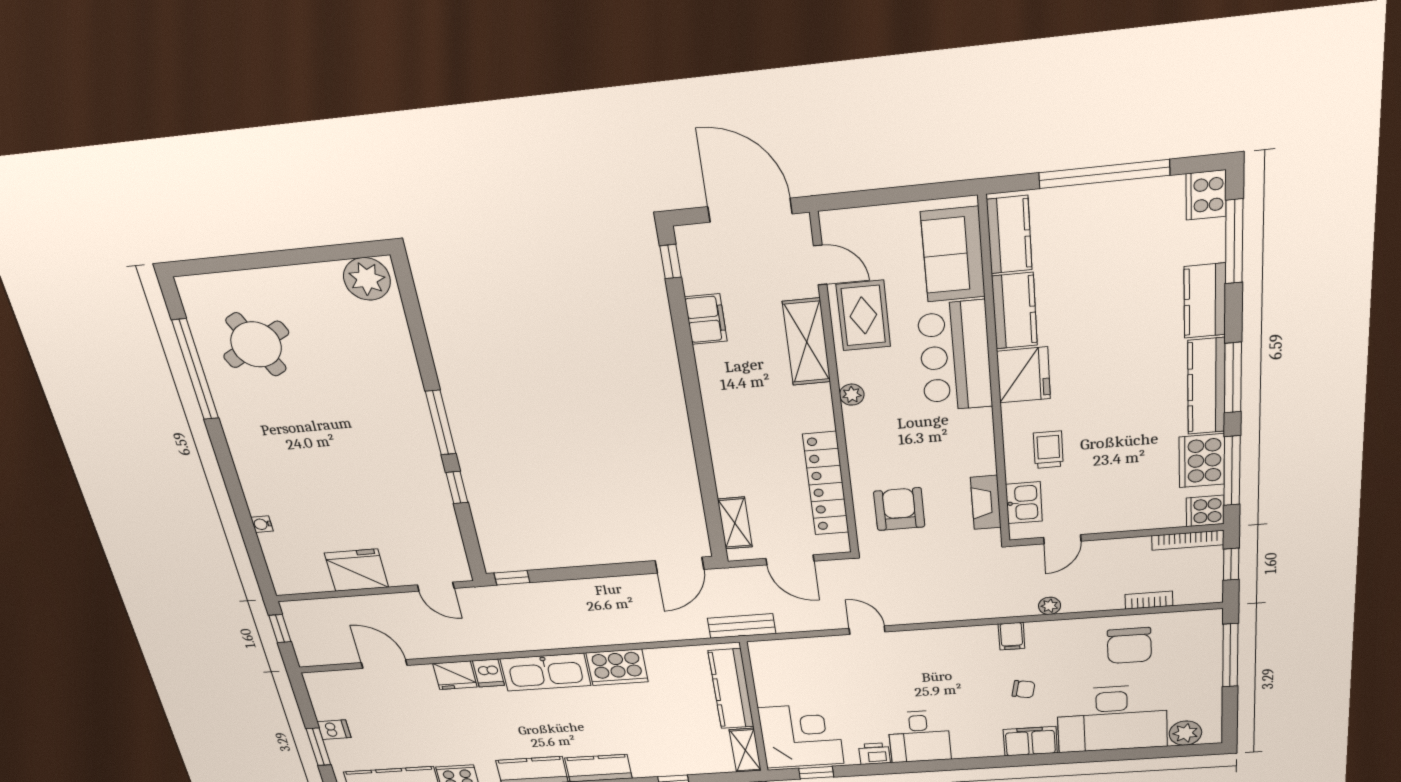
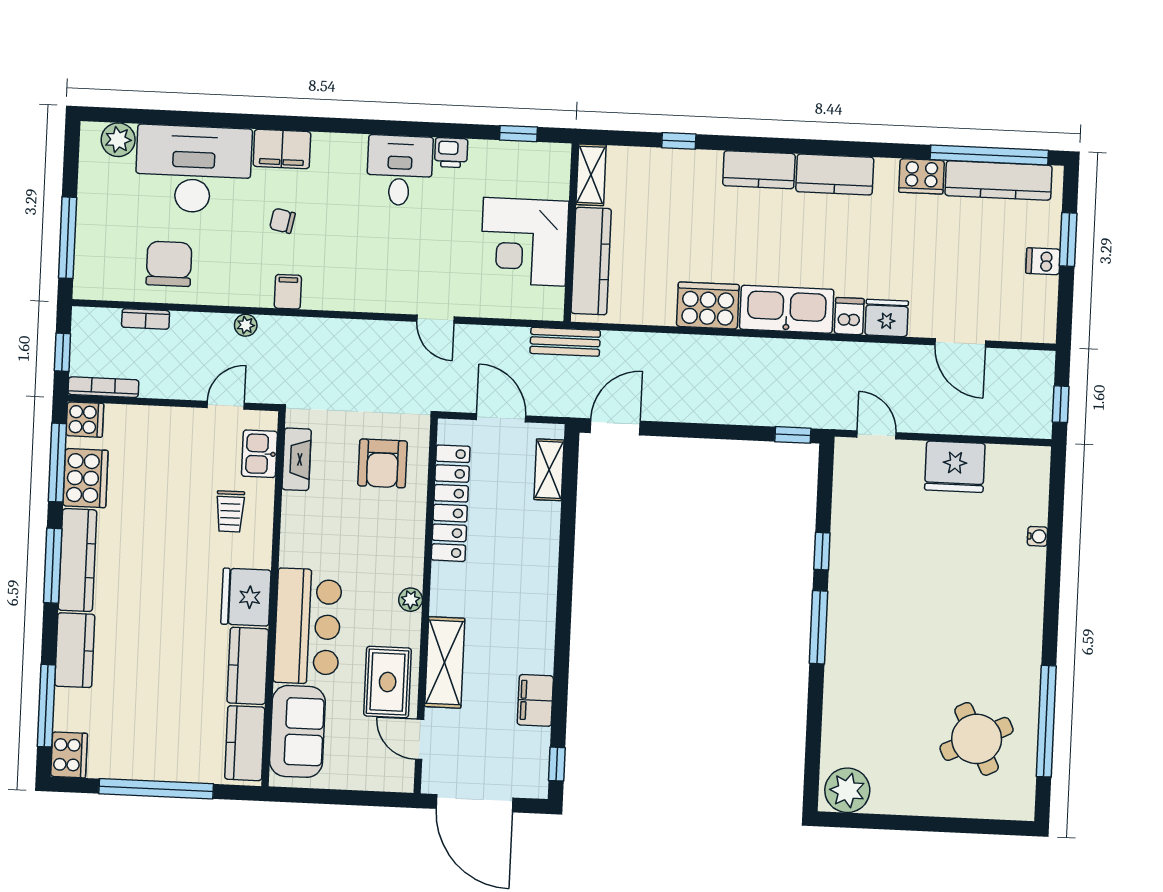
corner desk: (801, 736) -> (524, 242), moved

